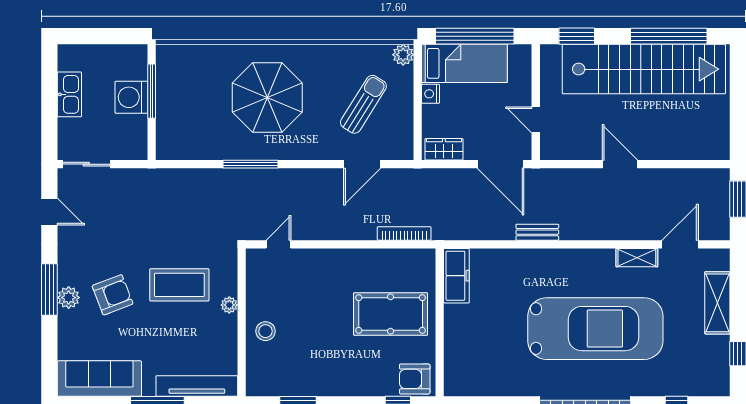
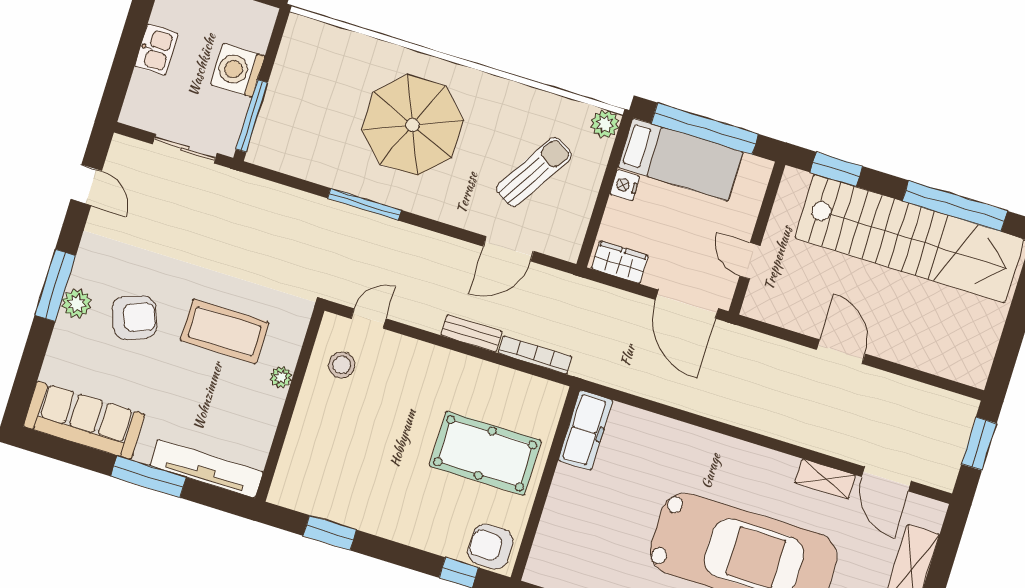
window: (152, 91) -> (252, 116), moved
kitchen sink: (69, 94) -> (156, 50), width x0.73
sliding door: (86, 164) -> (185, 149), moved
bench: (537, 232) -> (471, 333), moved
door: (680, 244) -> (886, 479), swing flipped
stool: (266, 331) -> (342, 365), moved

